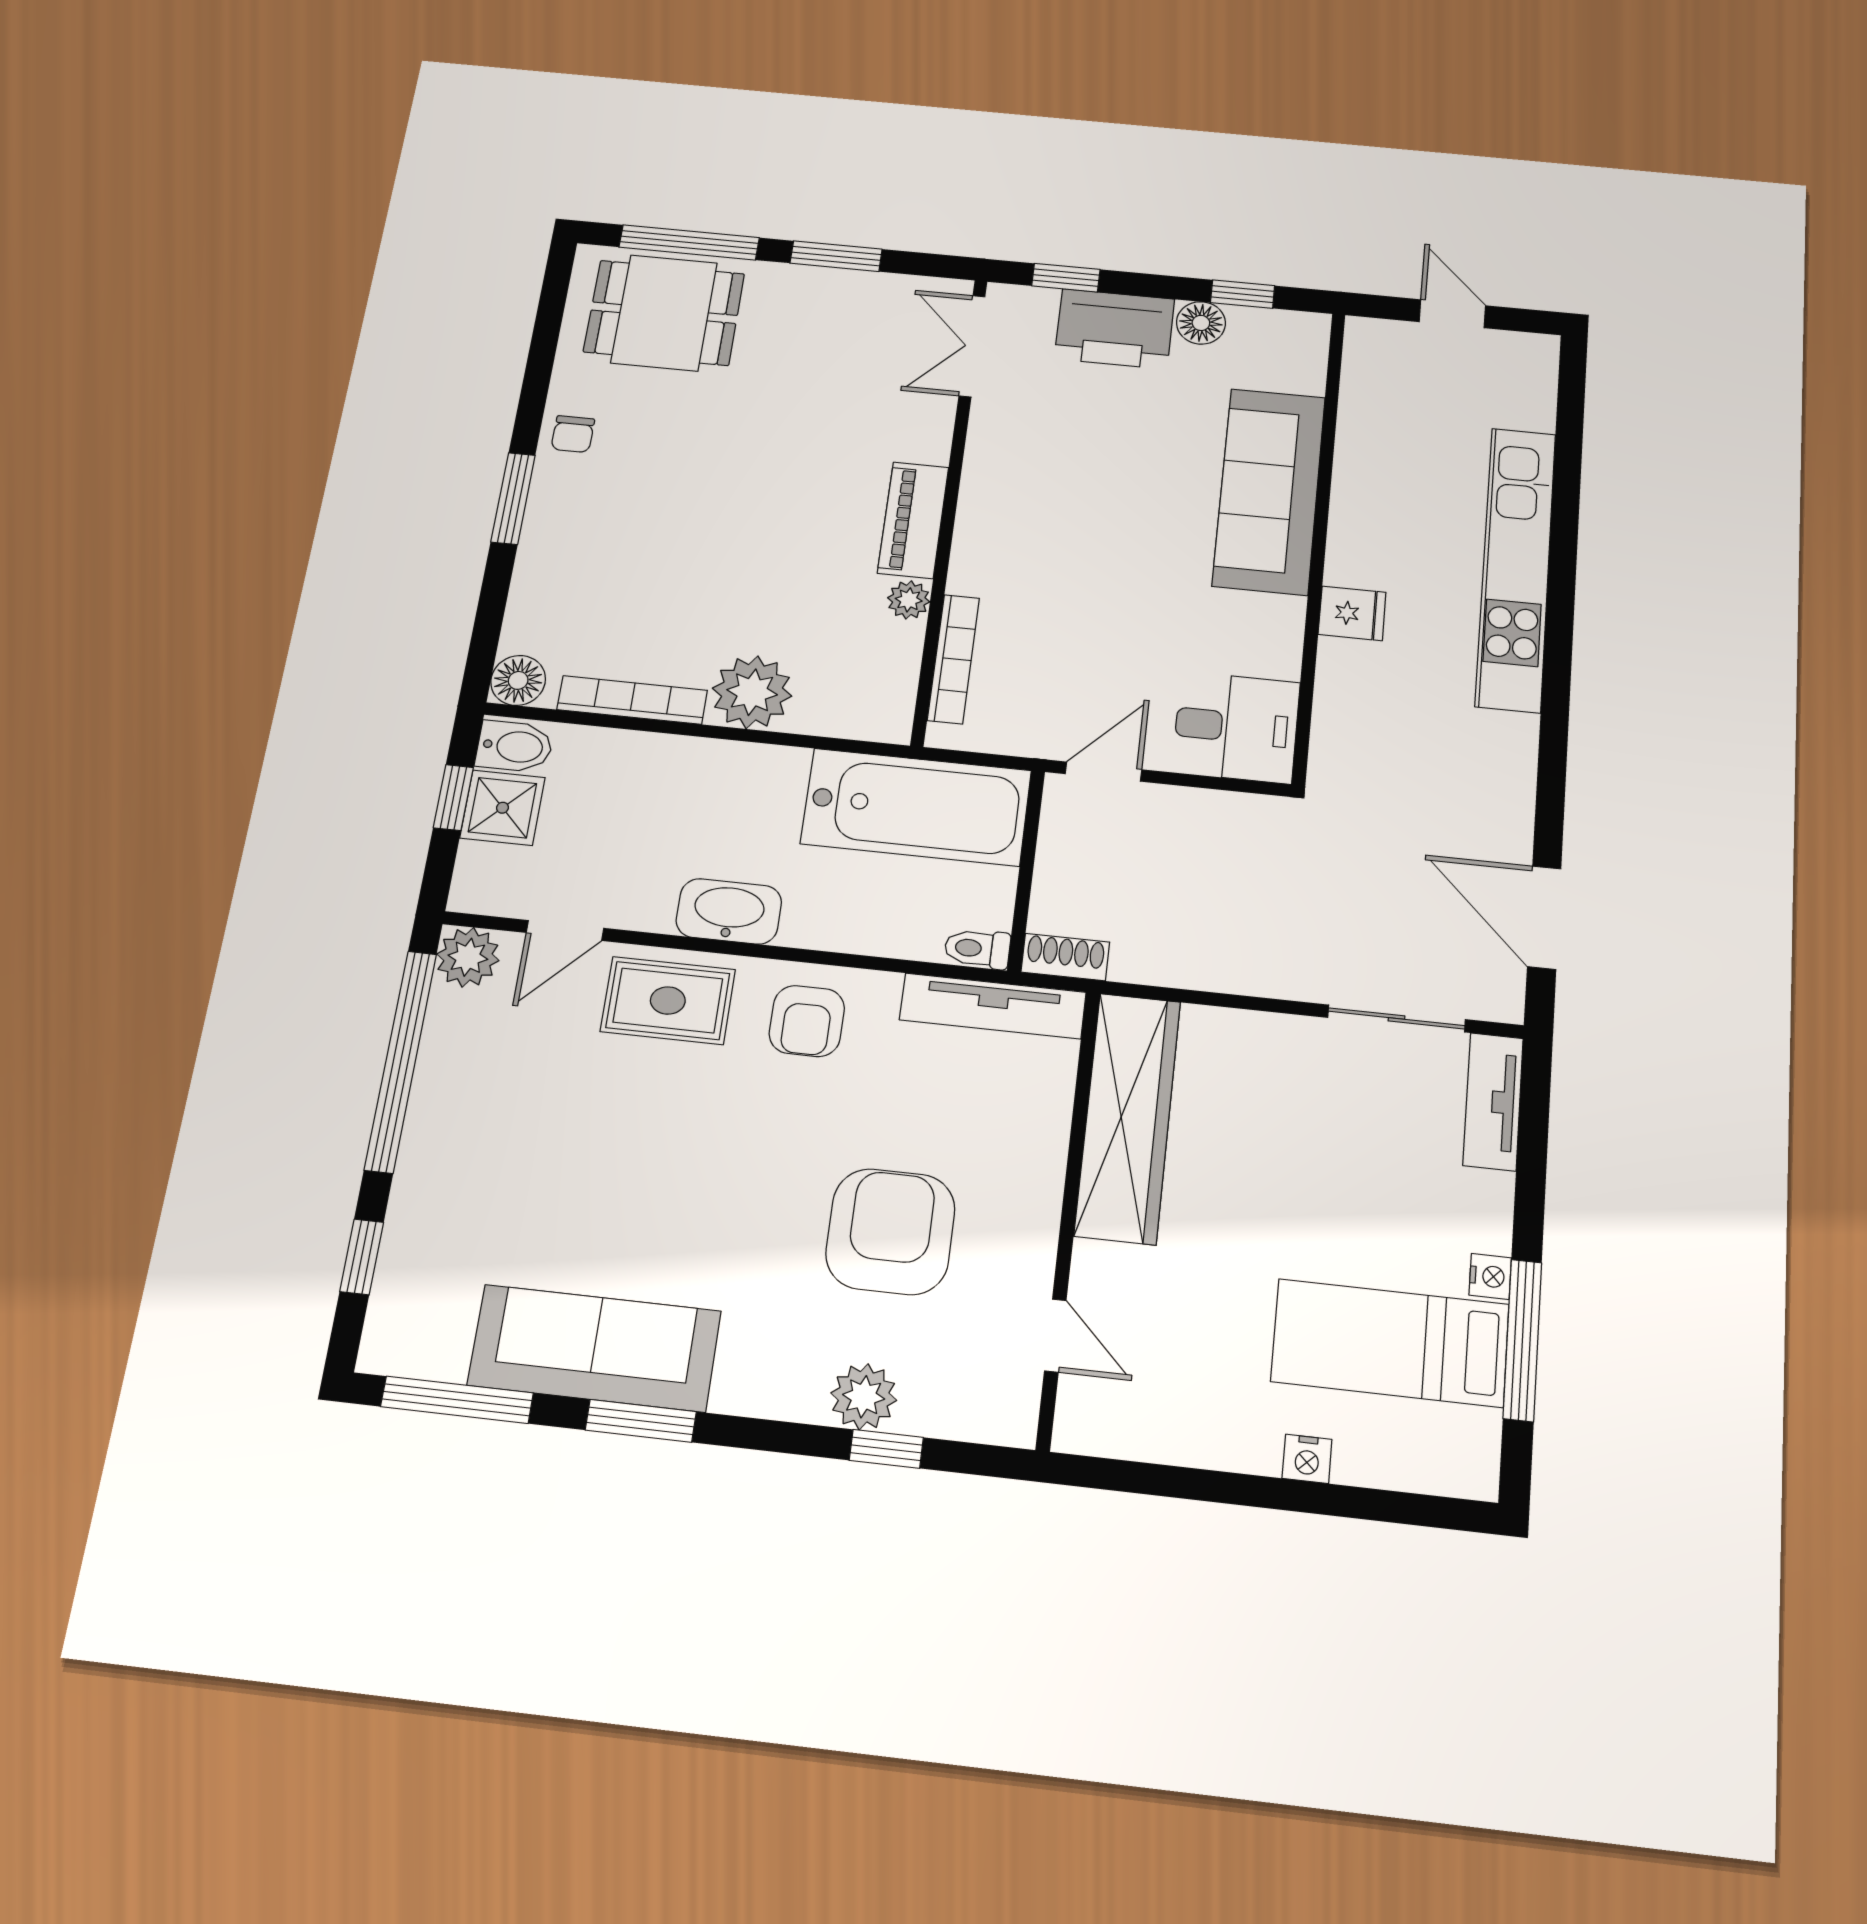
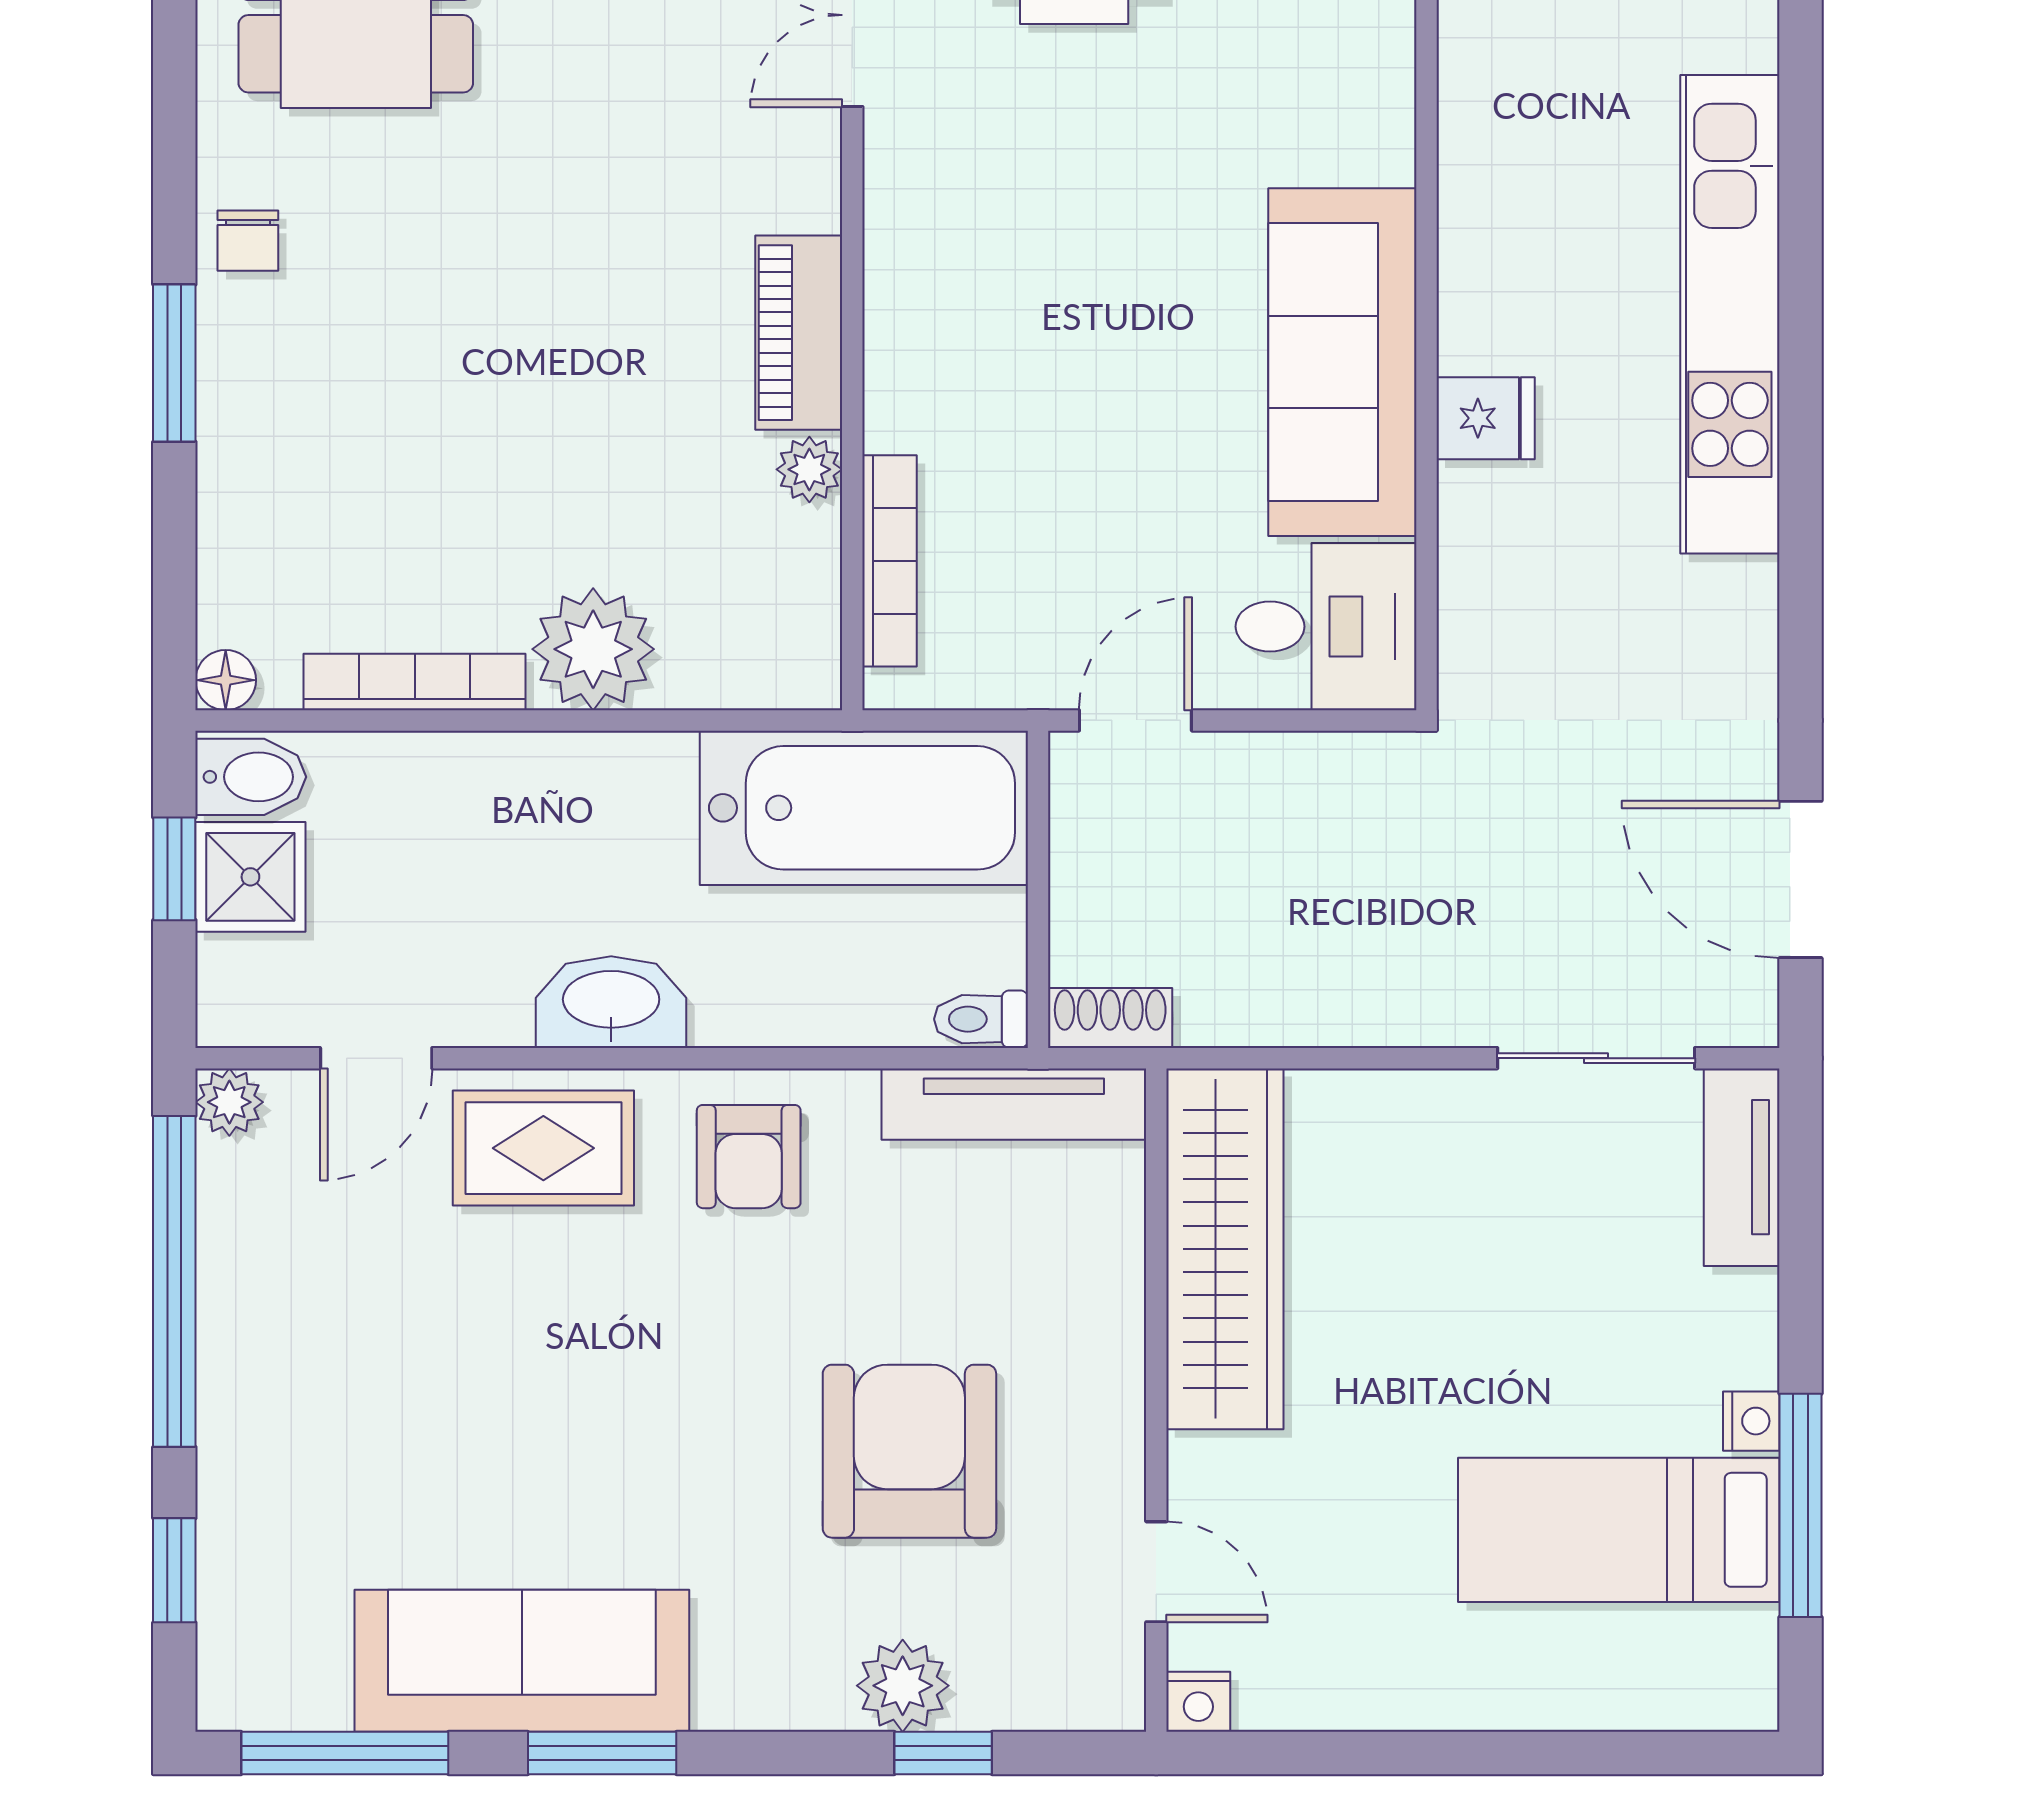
sofa: (1269, 491) -> (1342, 362), moved
floor lamp: (518, 680) -> (226, 680), width x0.73, depth x0.73
plant: (468, 957) -> (229, 1102), width x0.73, depth x0.73
nightstand: (1307, 1459) -> (1198, 1702), moved

